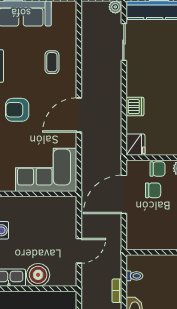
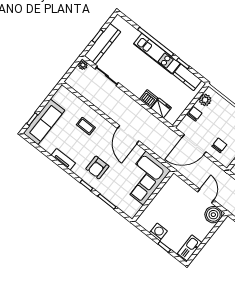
fridge: (135, 145) -> (161, 108), moved
chair: (153, 190) -> (219, 145), moved
door: (124, 194) -> (194, 145), hinge flipped
boiler: (38, 275) -> (213, 215), moved

